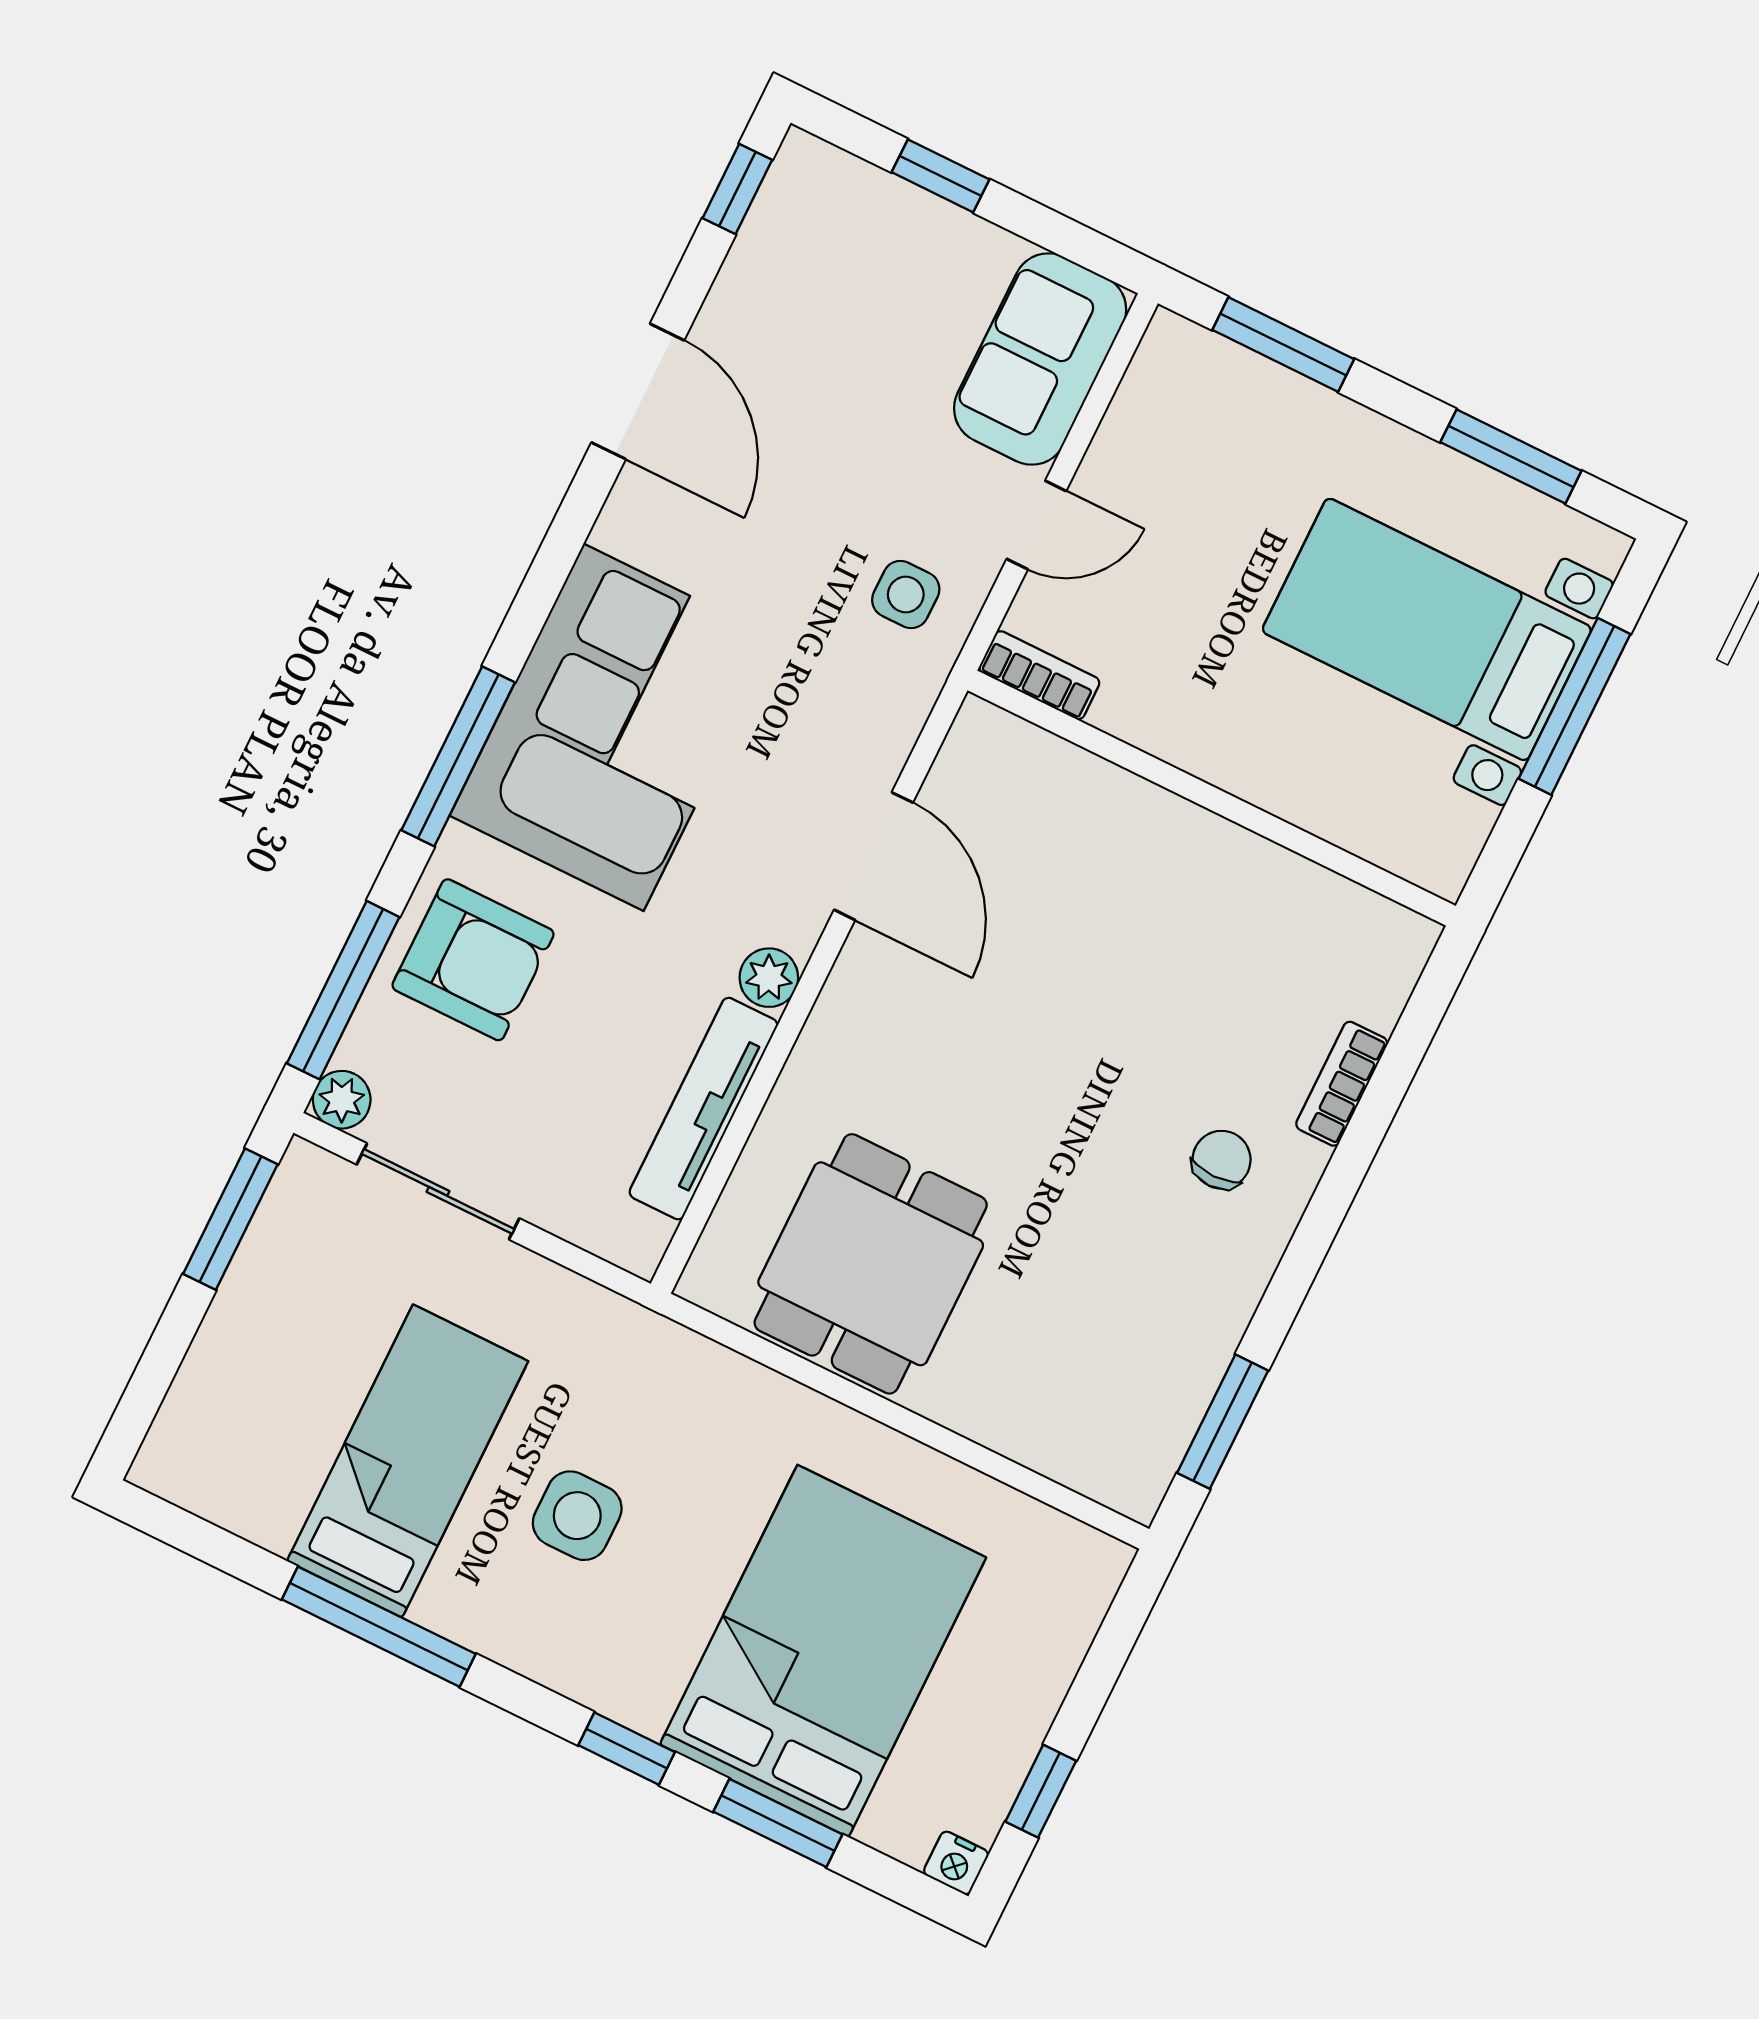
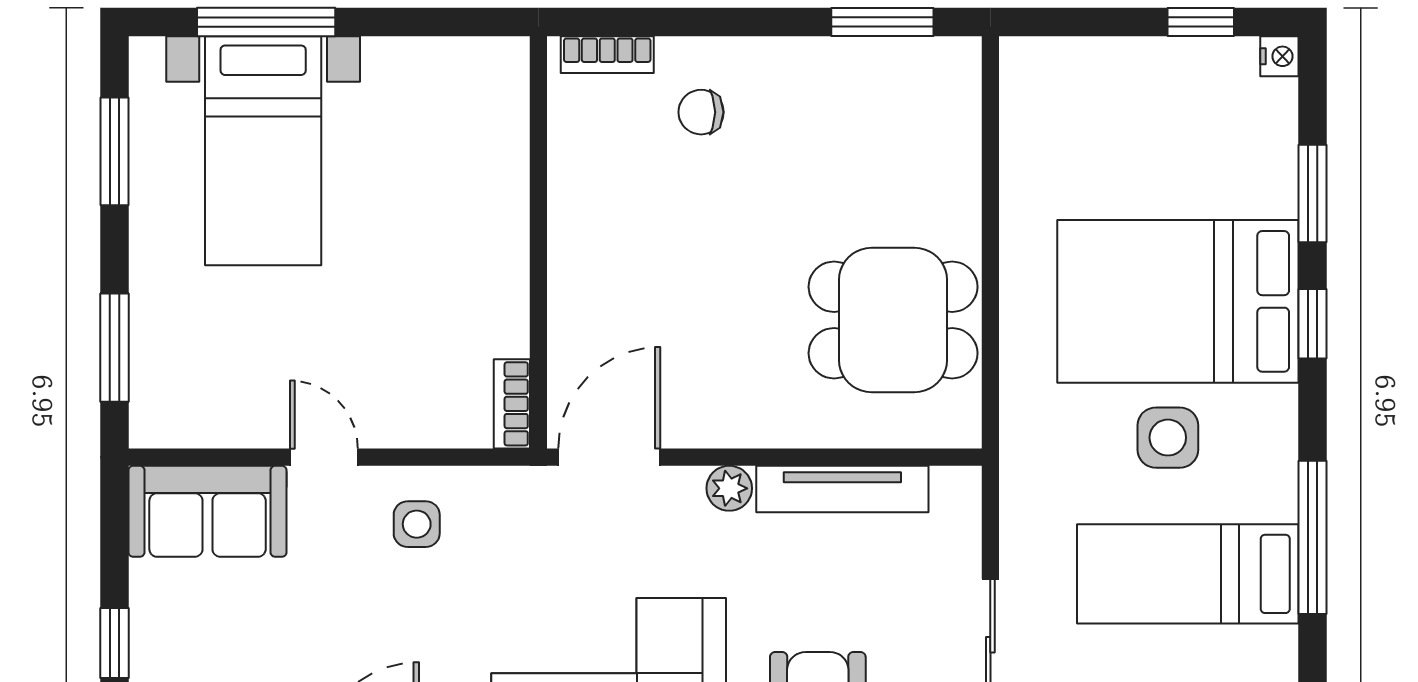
bookcase: (1039, 675) -> (512, 404), moved
wall: (1212, 798) -> (538, 242), moved
bed: (823, 1651) -> (1178, 301), moved

